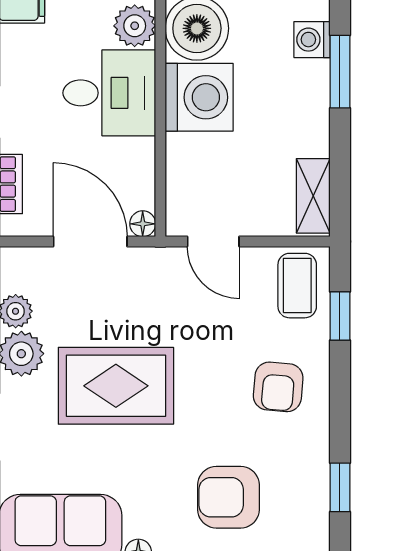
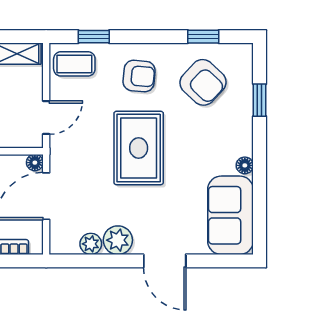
rug: (116, 386) -> (139, 148), moved
armchair: (228, 497) -> (203, 82), moved, turned -47

